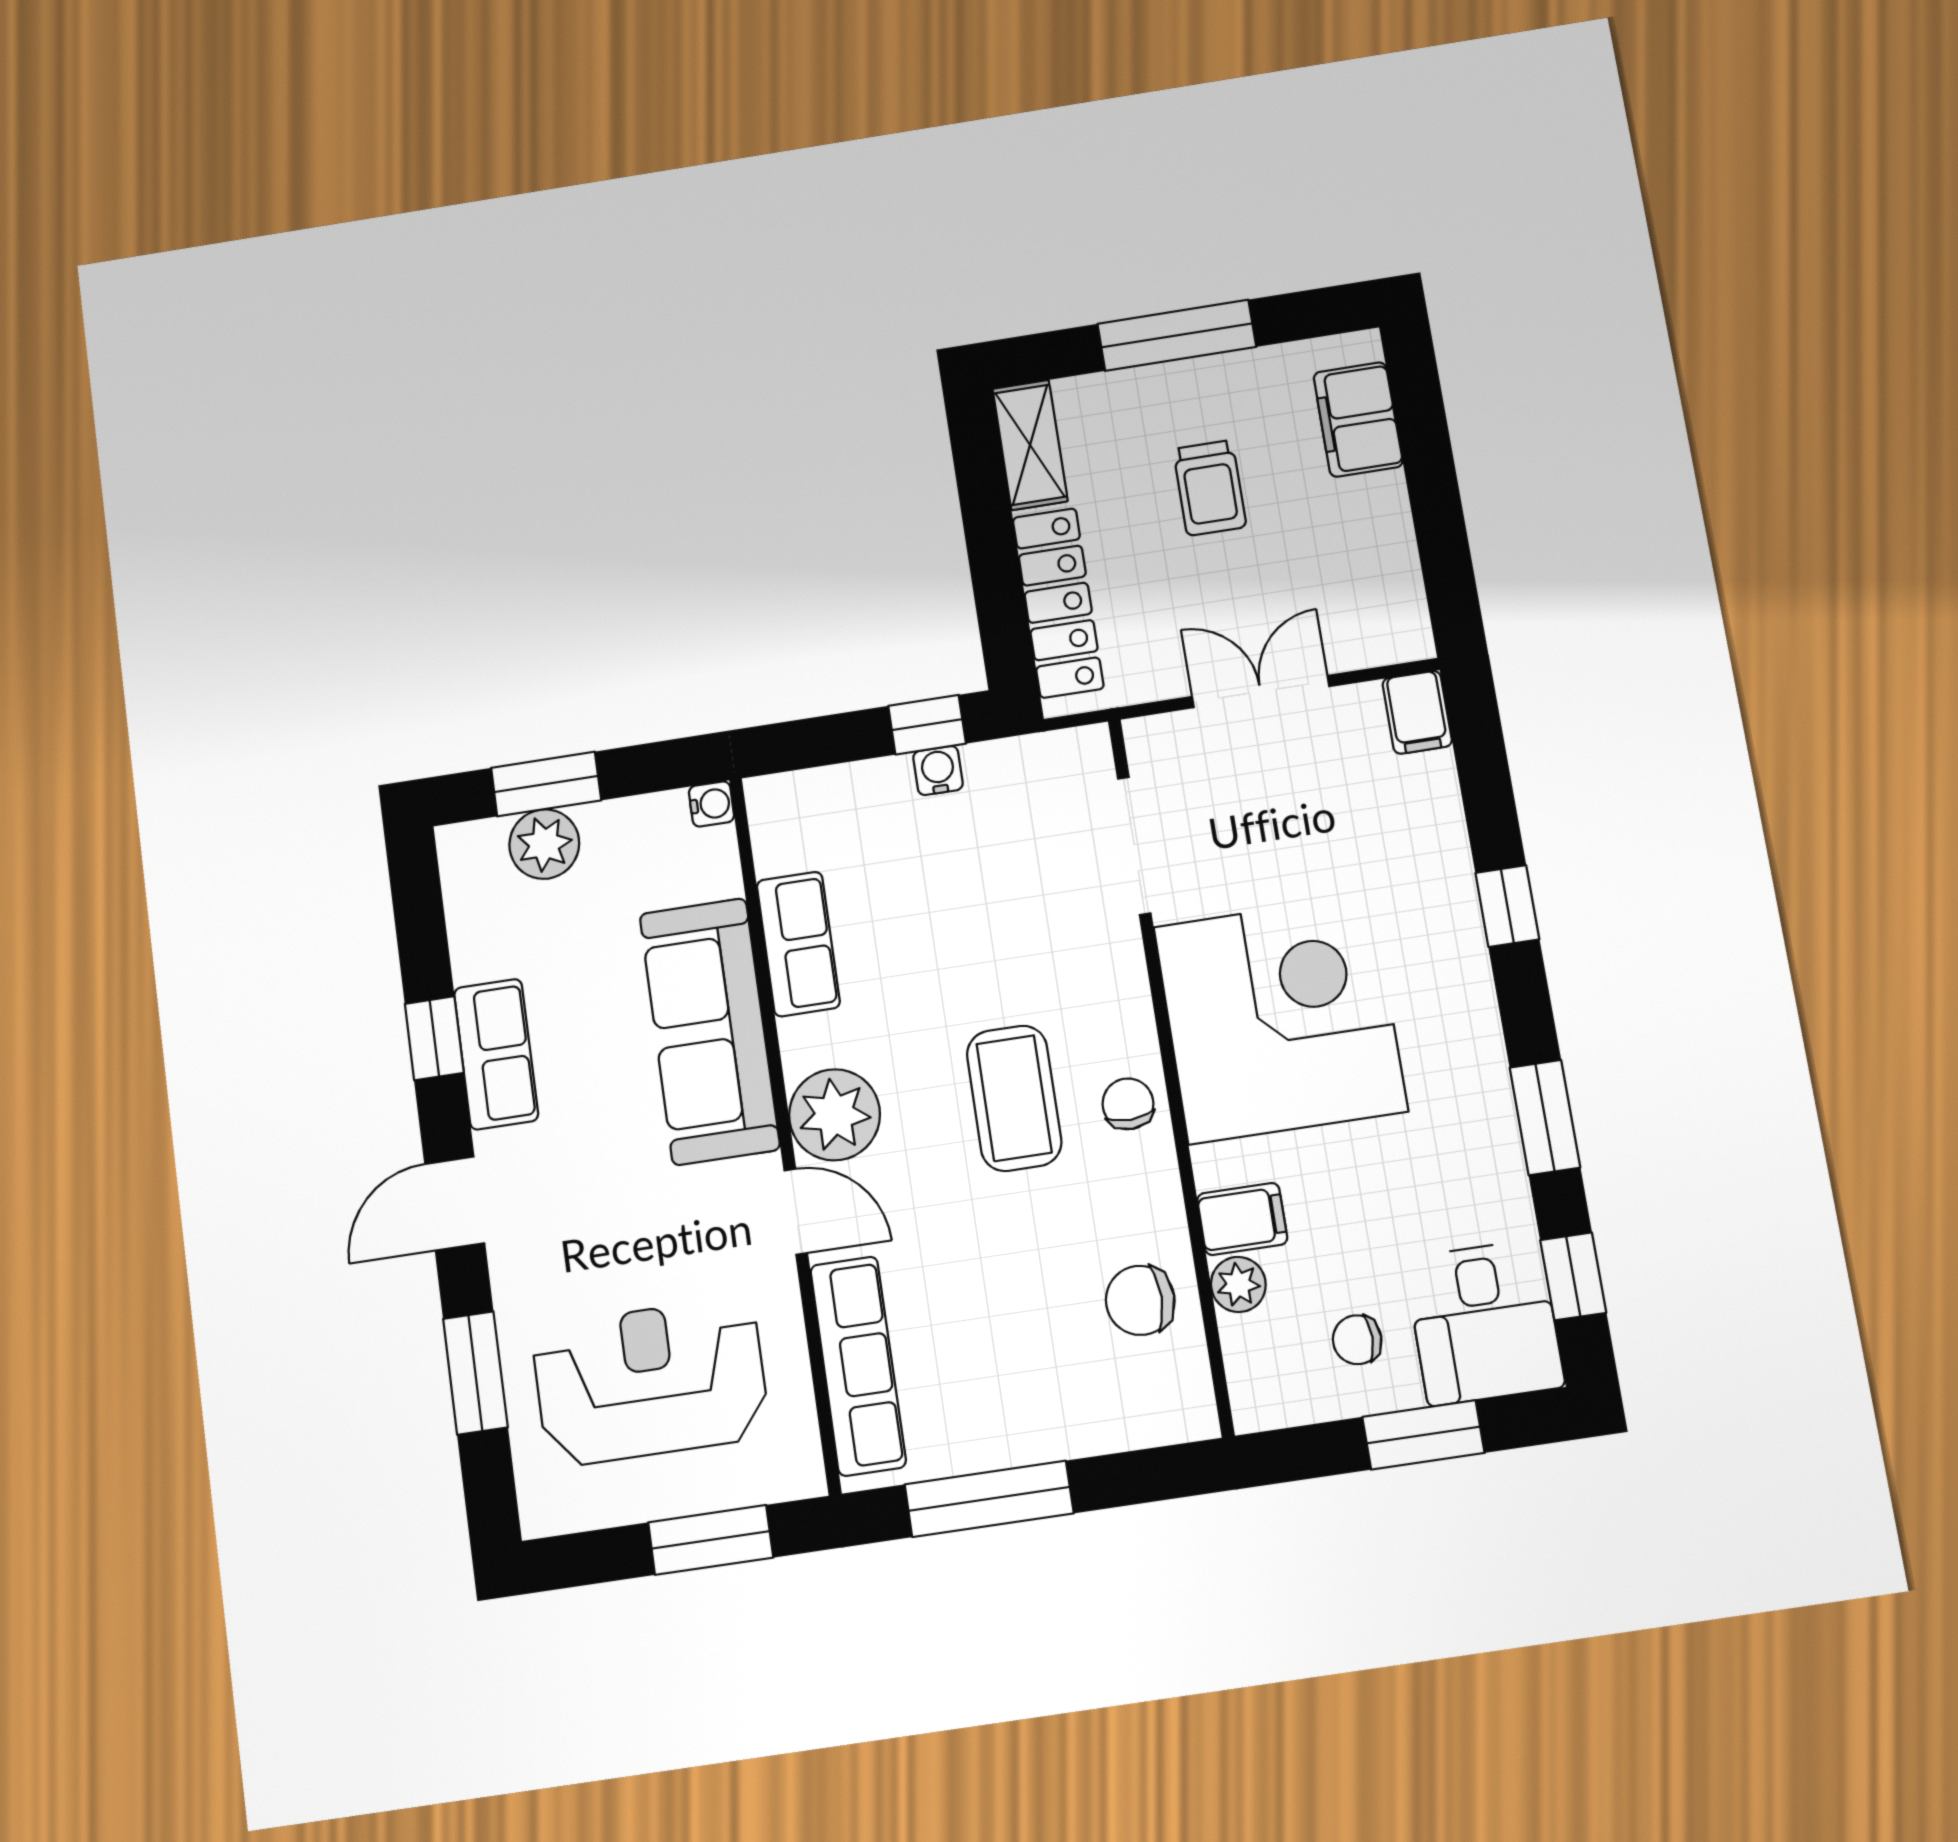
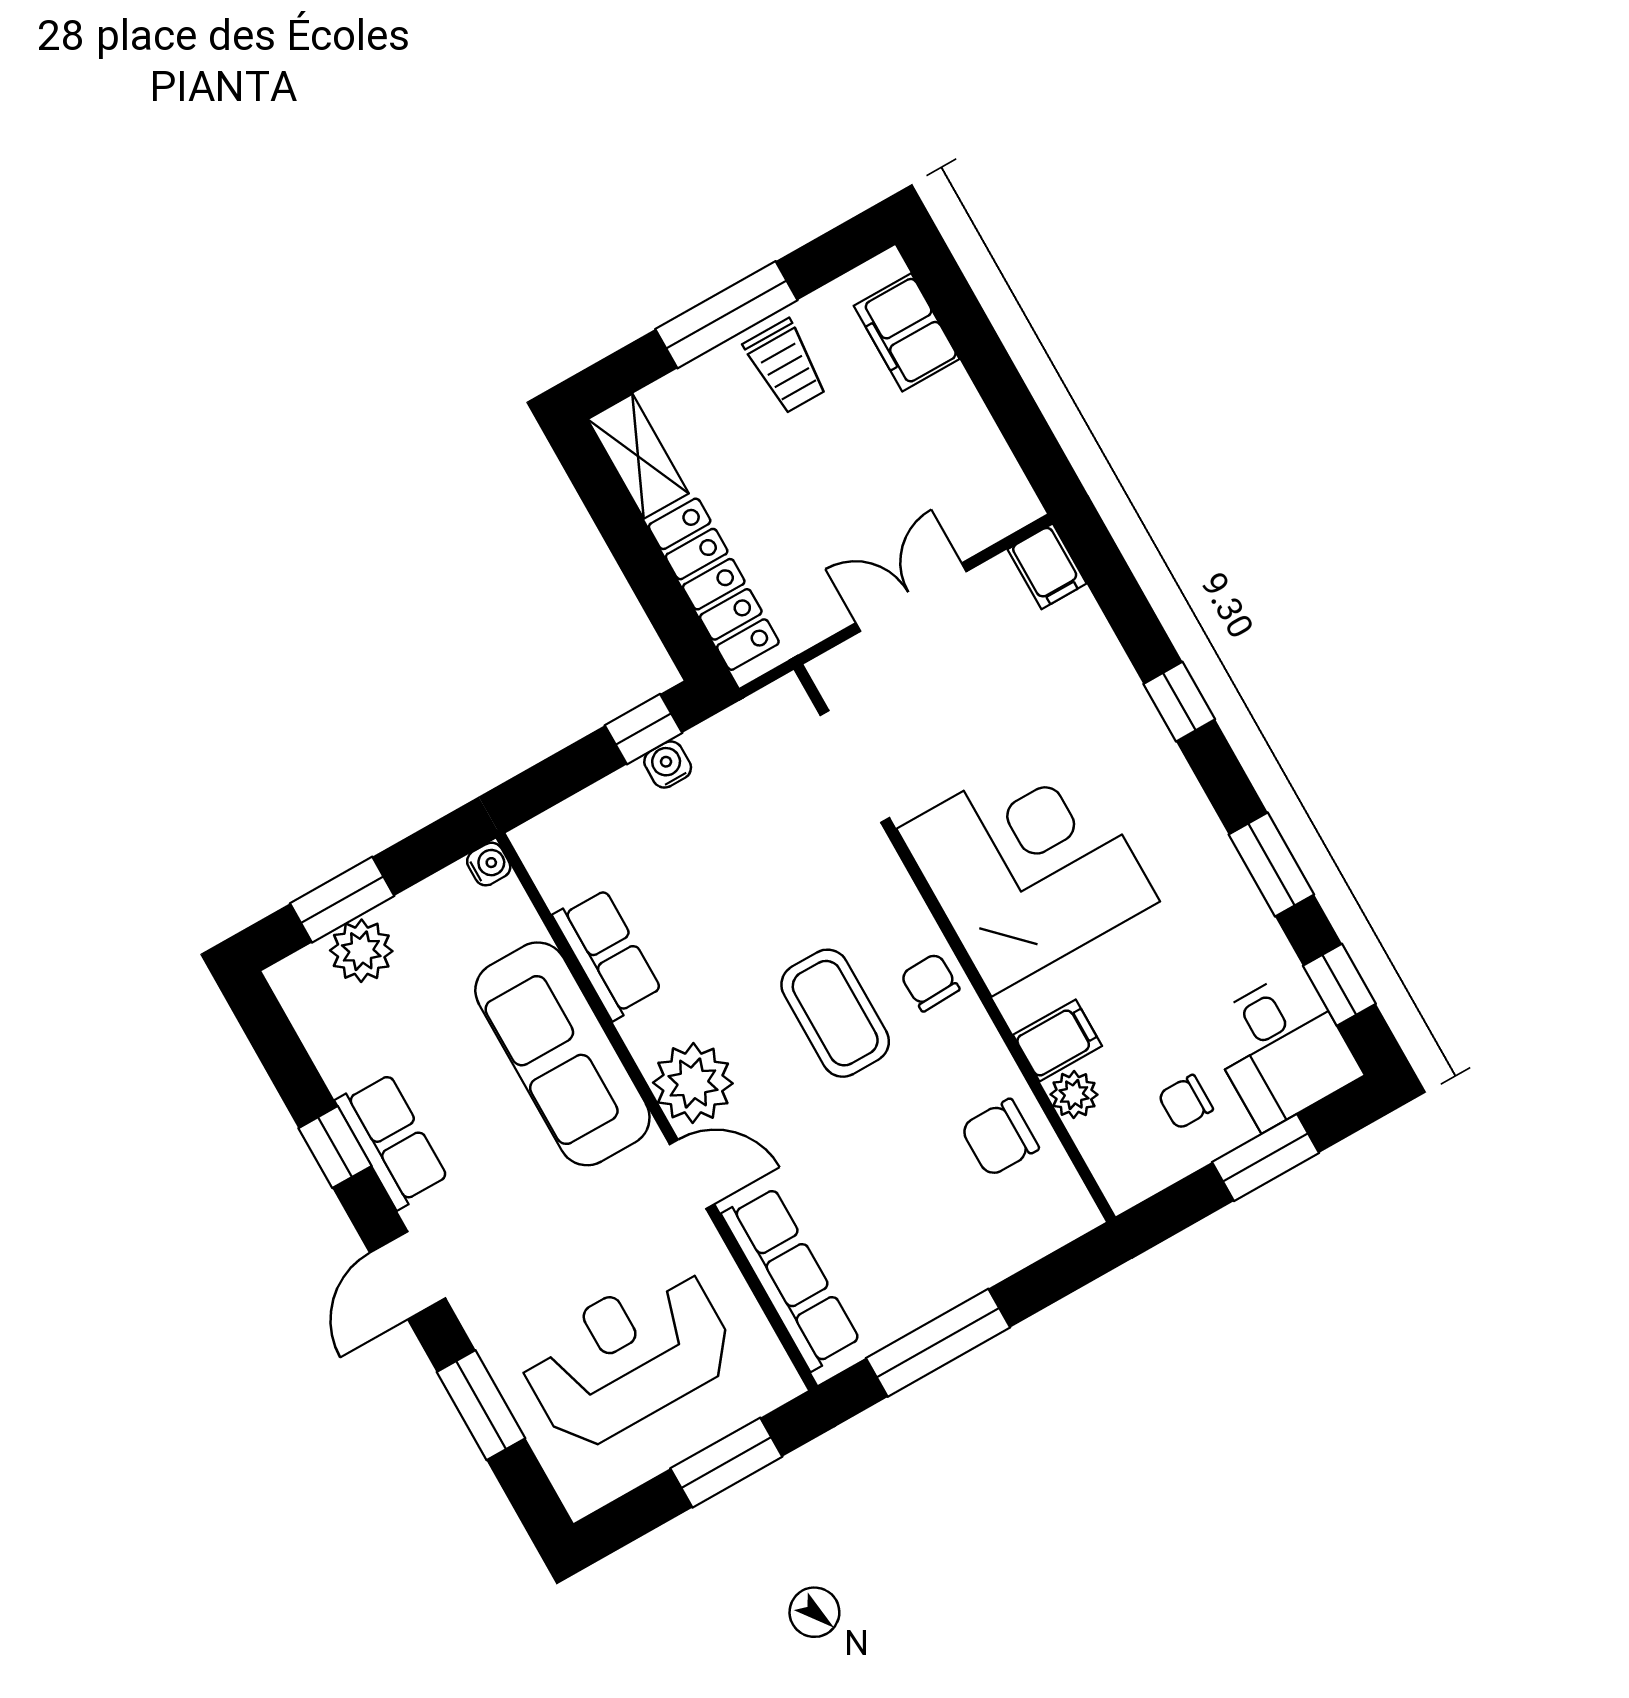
trolley: (1210, 488) -> (786, 366), moved

